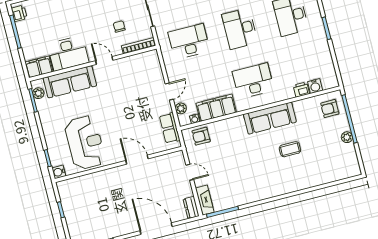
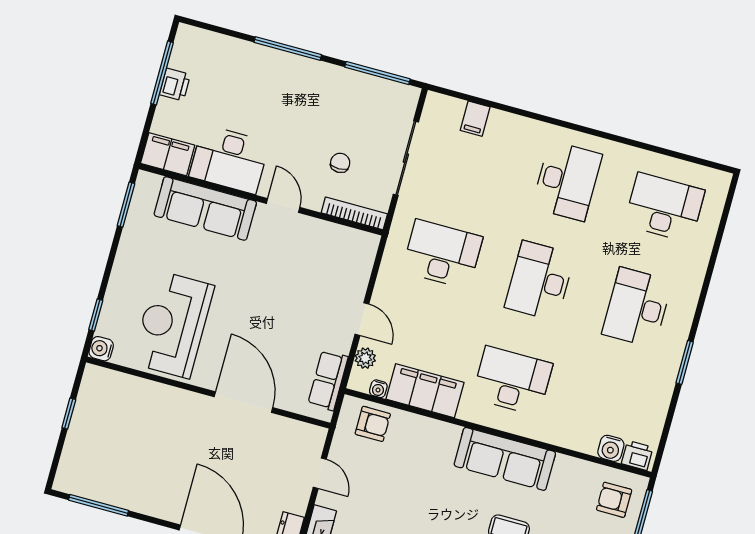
printer: (19, 13) -> (175, 85), moved
printer: (301, 89) -> (637, 455), moved
door: (169, 92) -> (362, 319), hinge flipped
plant: (38, 93) -> (142, 198), removed
armchair: (201, 136) -> (373, 424), turned 180
reception desk: (85, 143) -> (173, 324), turned 180
door: (137, 160) -> (243, 402), width x1.36

